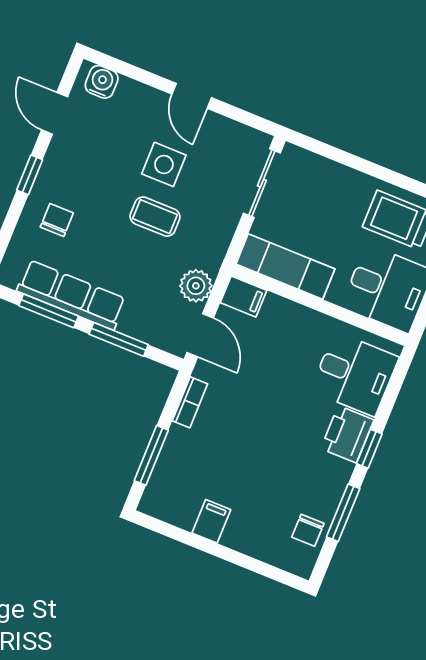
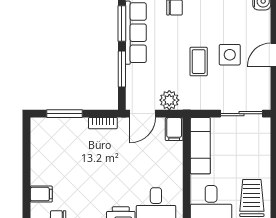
filing cabinet: (211, 521) -> (41, 194), moved

